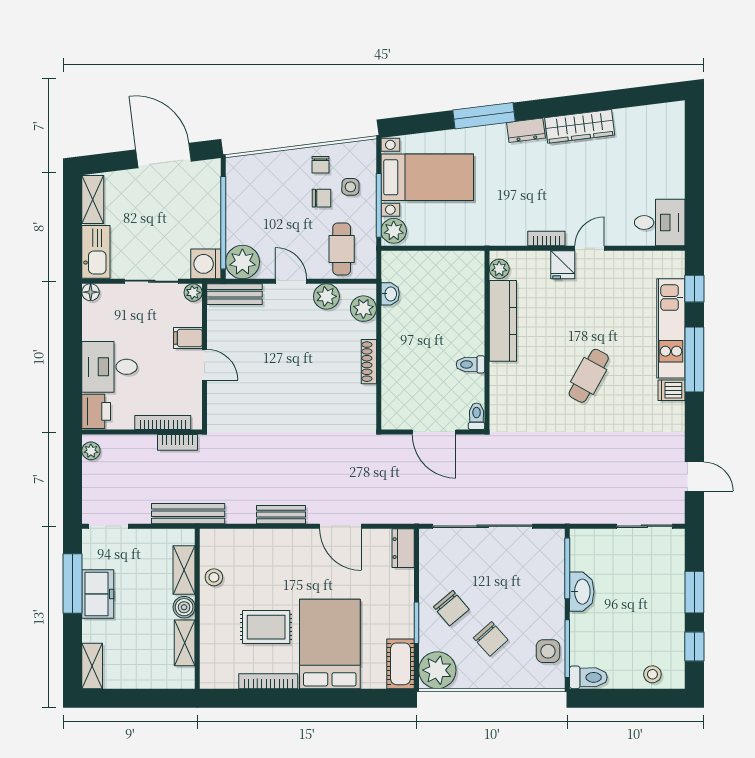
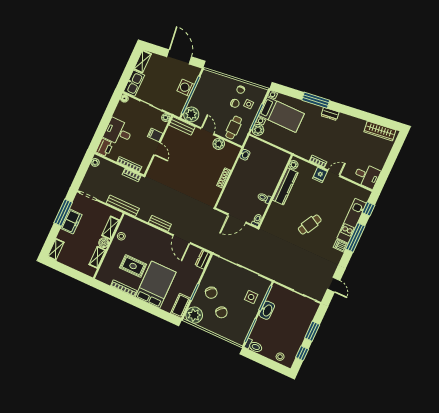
wardrobe: (580, 126) -> (380, 131), moved
washing machine: (206, 264) -> (186, 88), moved
plant: (363, 309) -> (231, 156), removed
door: (434, 432) -> (237, 218), hinge flipped
side table: (548, 651) -> (251, 297), moved

